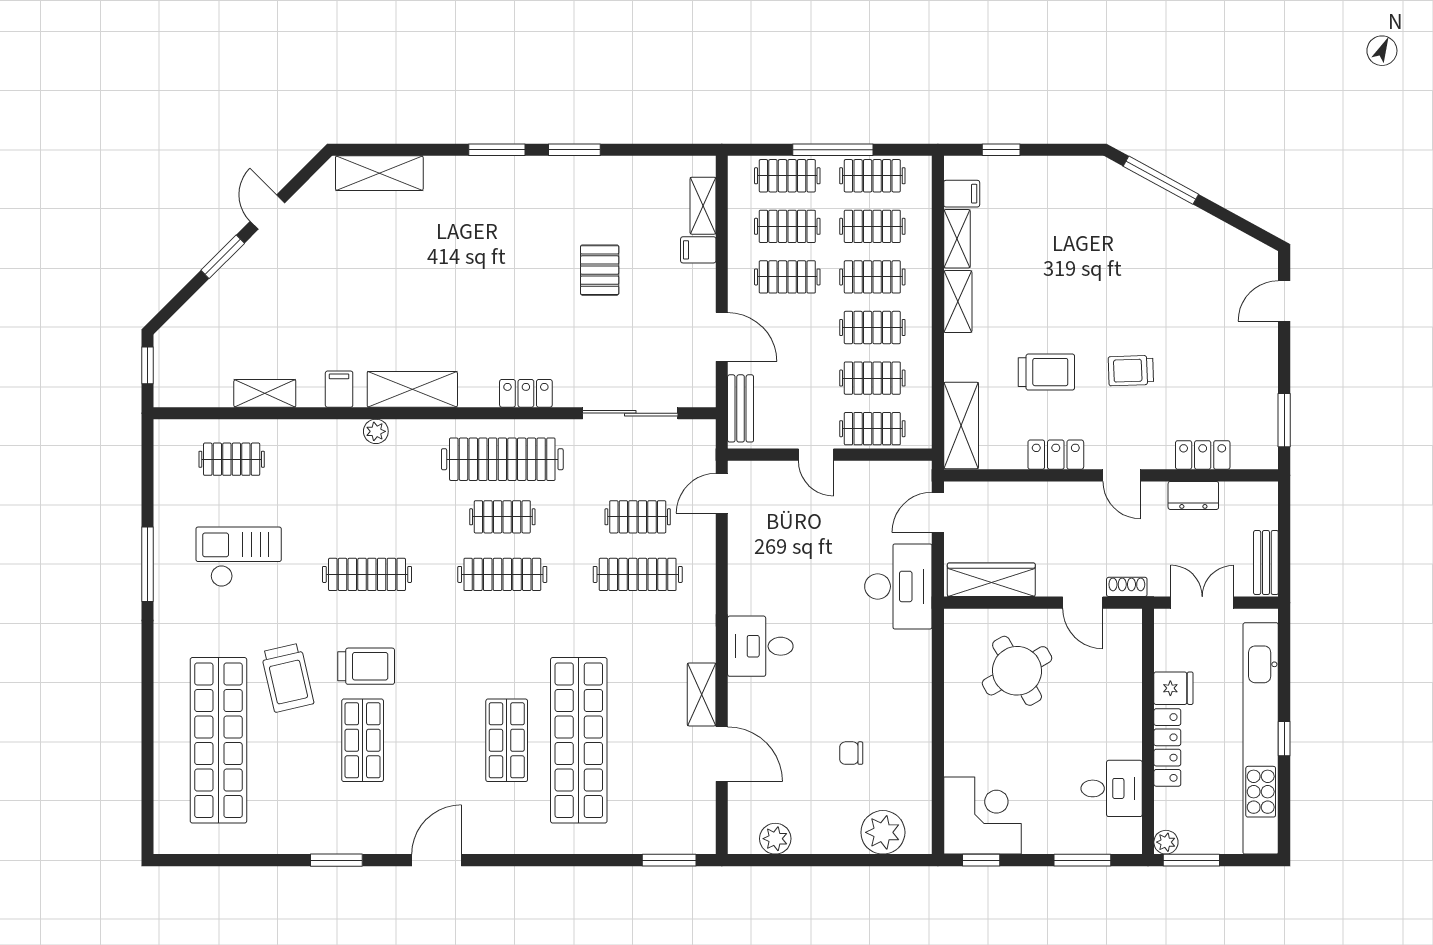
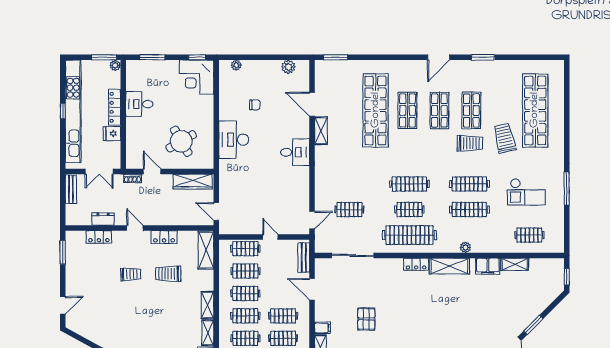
filing cabinet: (339, 389) -> (488, 266), width x2.00
locker: (526, 393) -> (416, 264), moved
door: (938, 512) -> (216, 212), swing flipped
clothes rail: (638, 574) -> (469, 210), moved
desk: (898, 586) -> (234, 140), moved
trolley: (366, 666) -> (470, 143), turned 180
shop shelf: (435, 740) -> (439, 110), added
desk: (1112, 788) -> (139, 104), moved
plant: (883, 832) -> (236, 65), width x0.53, depth x0.53

